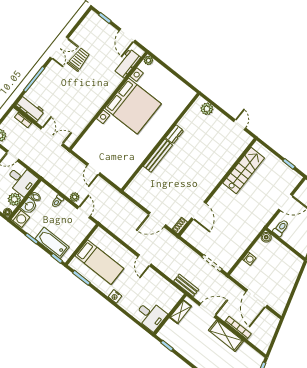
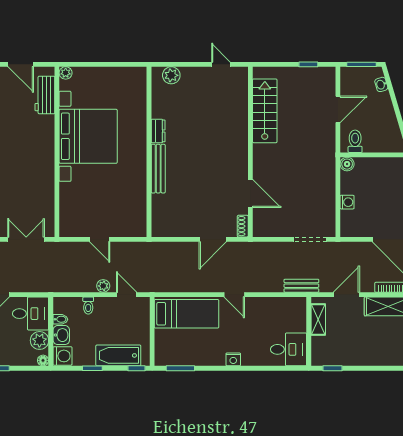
bed: (99, 262) -> (187, 314), moved

